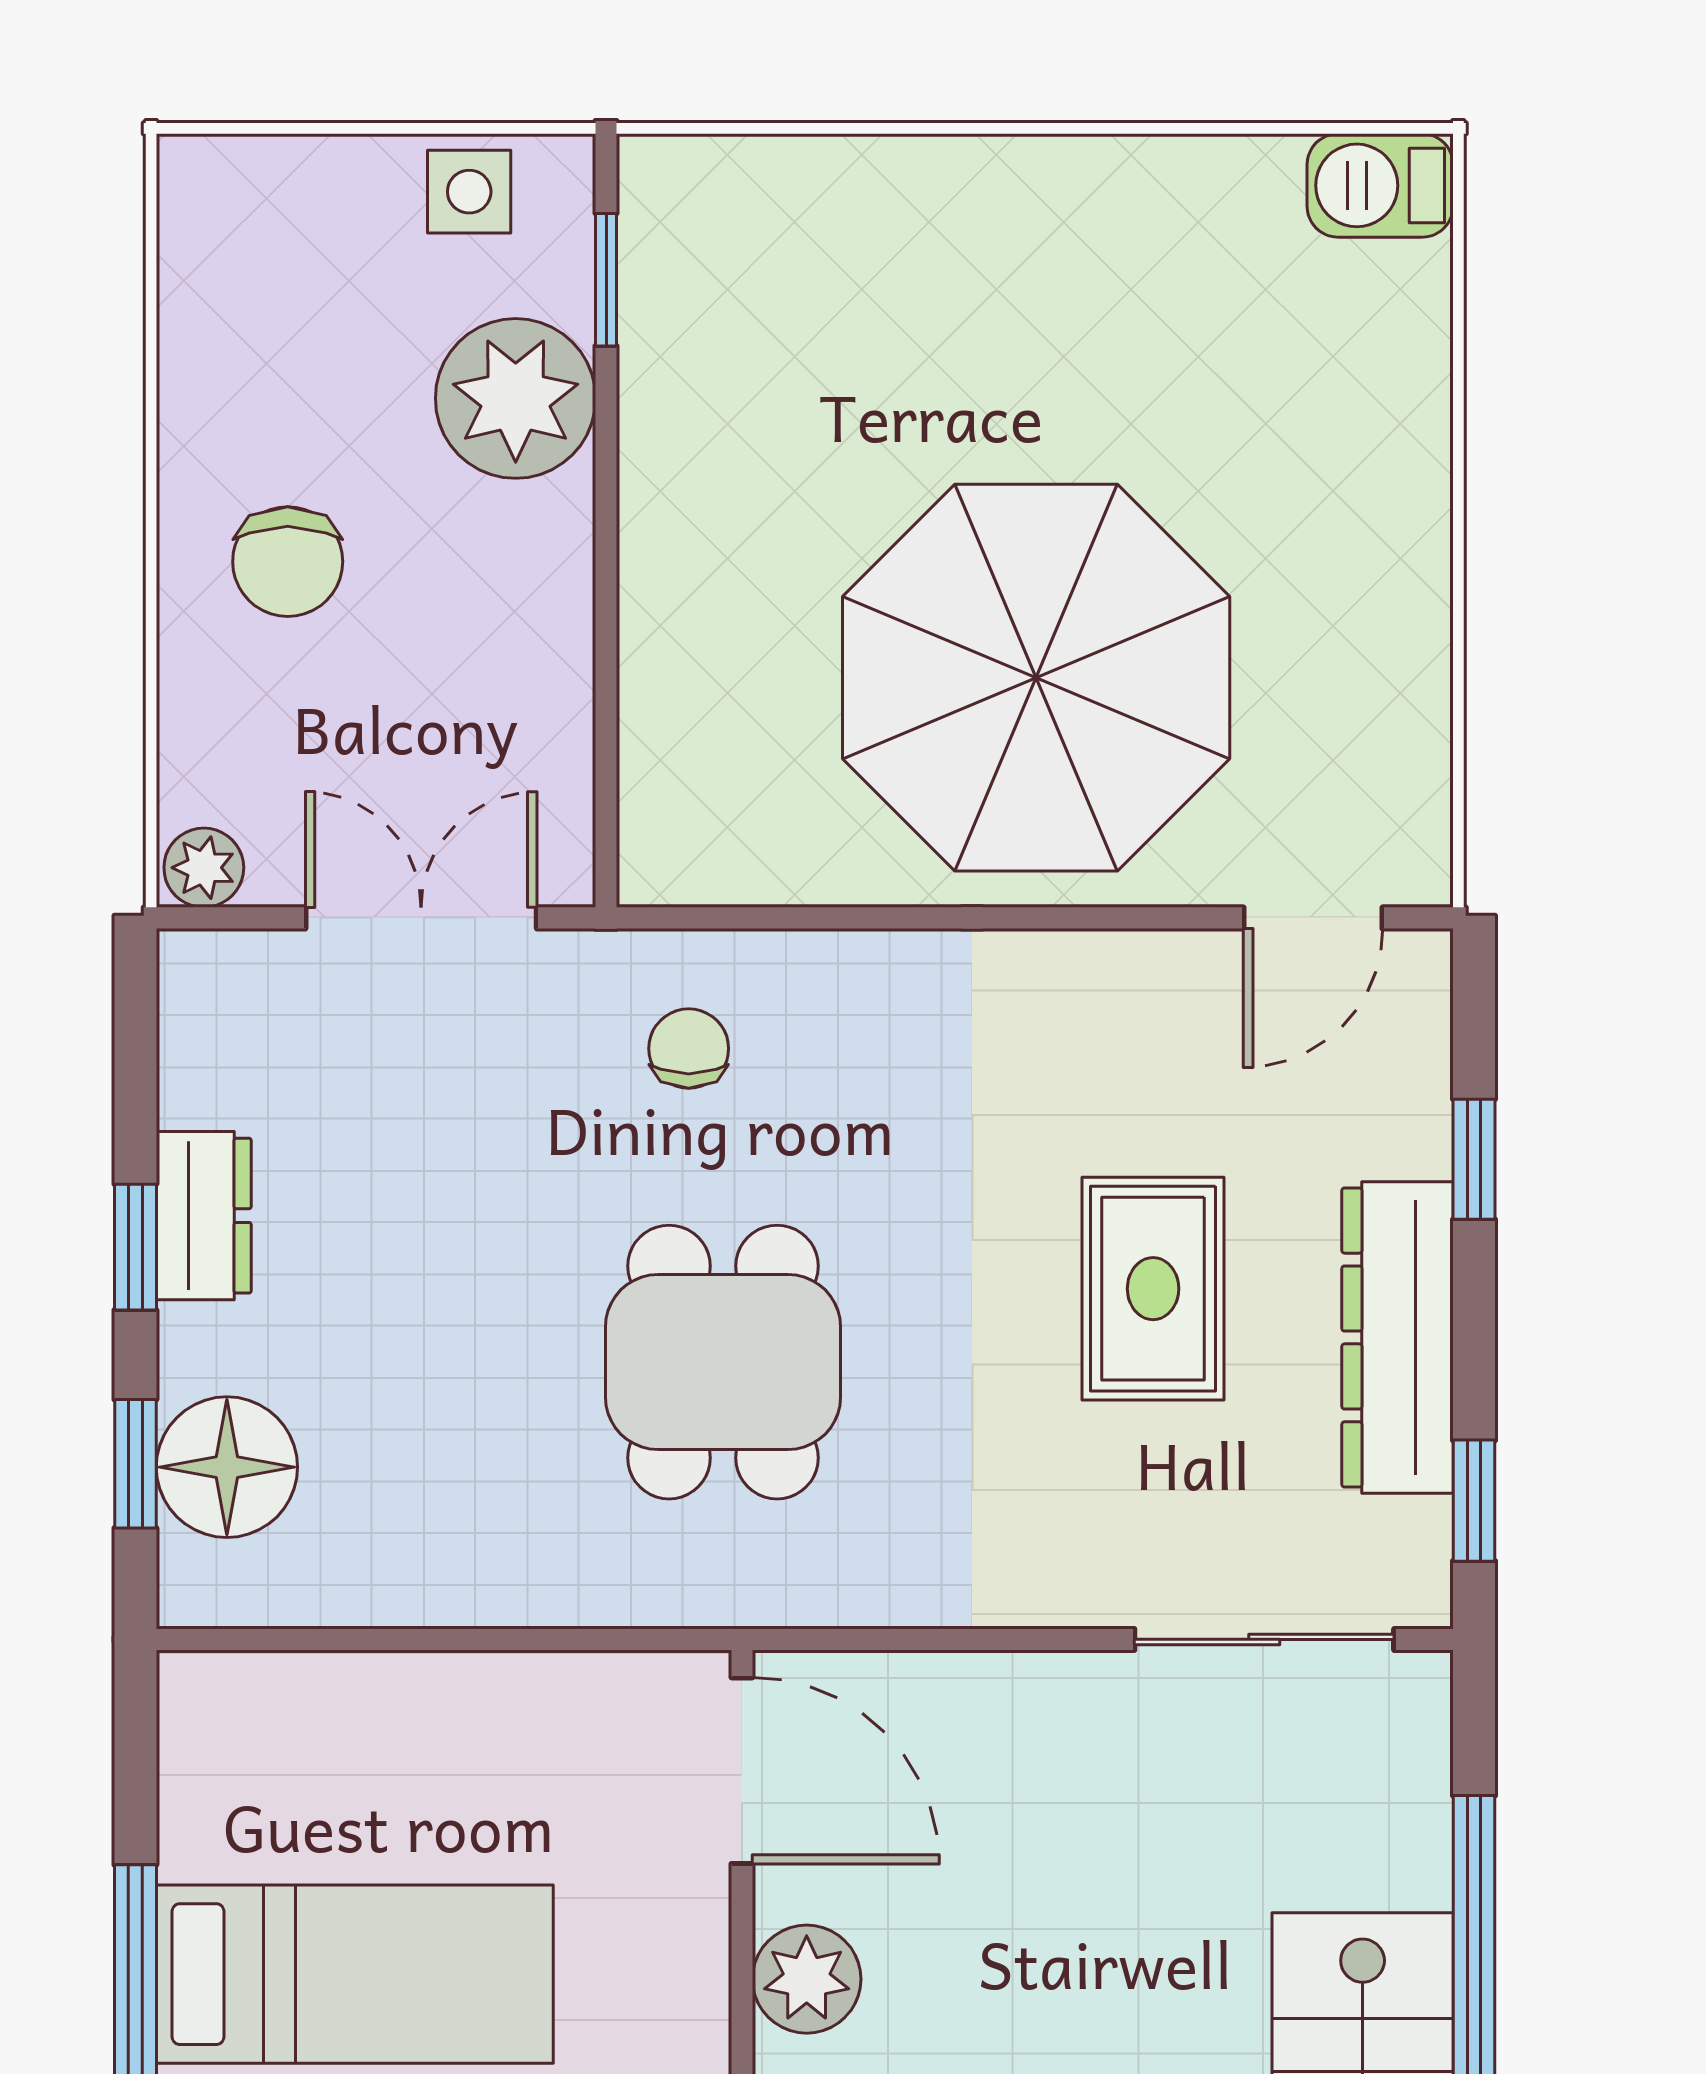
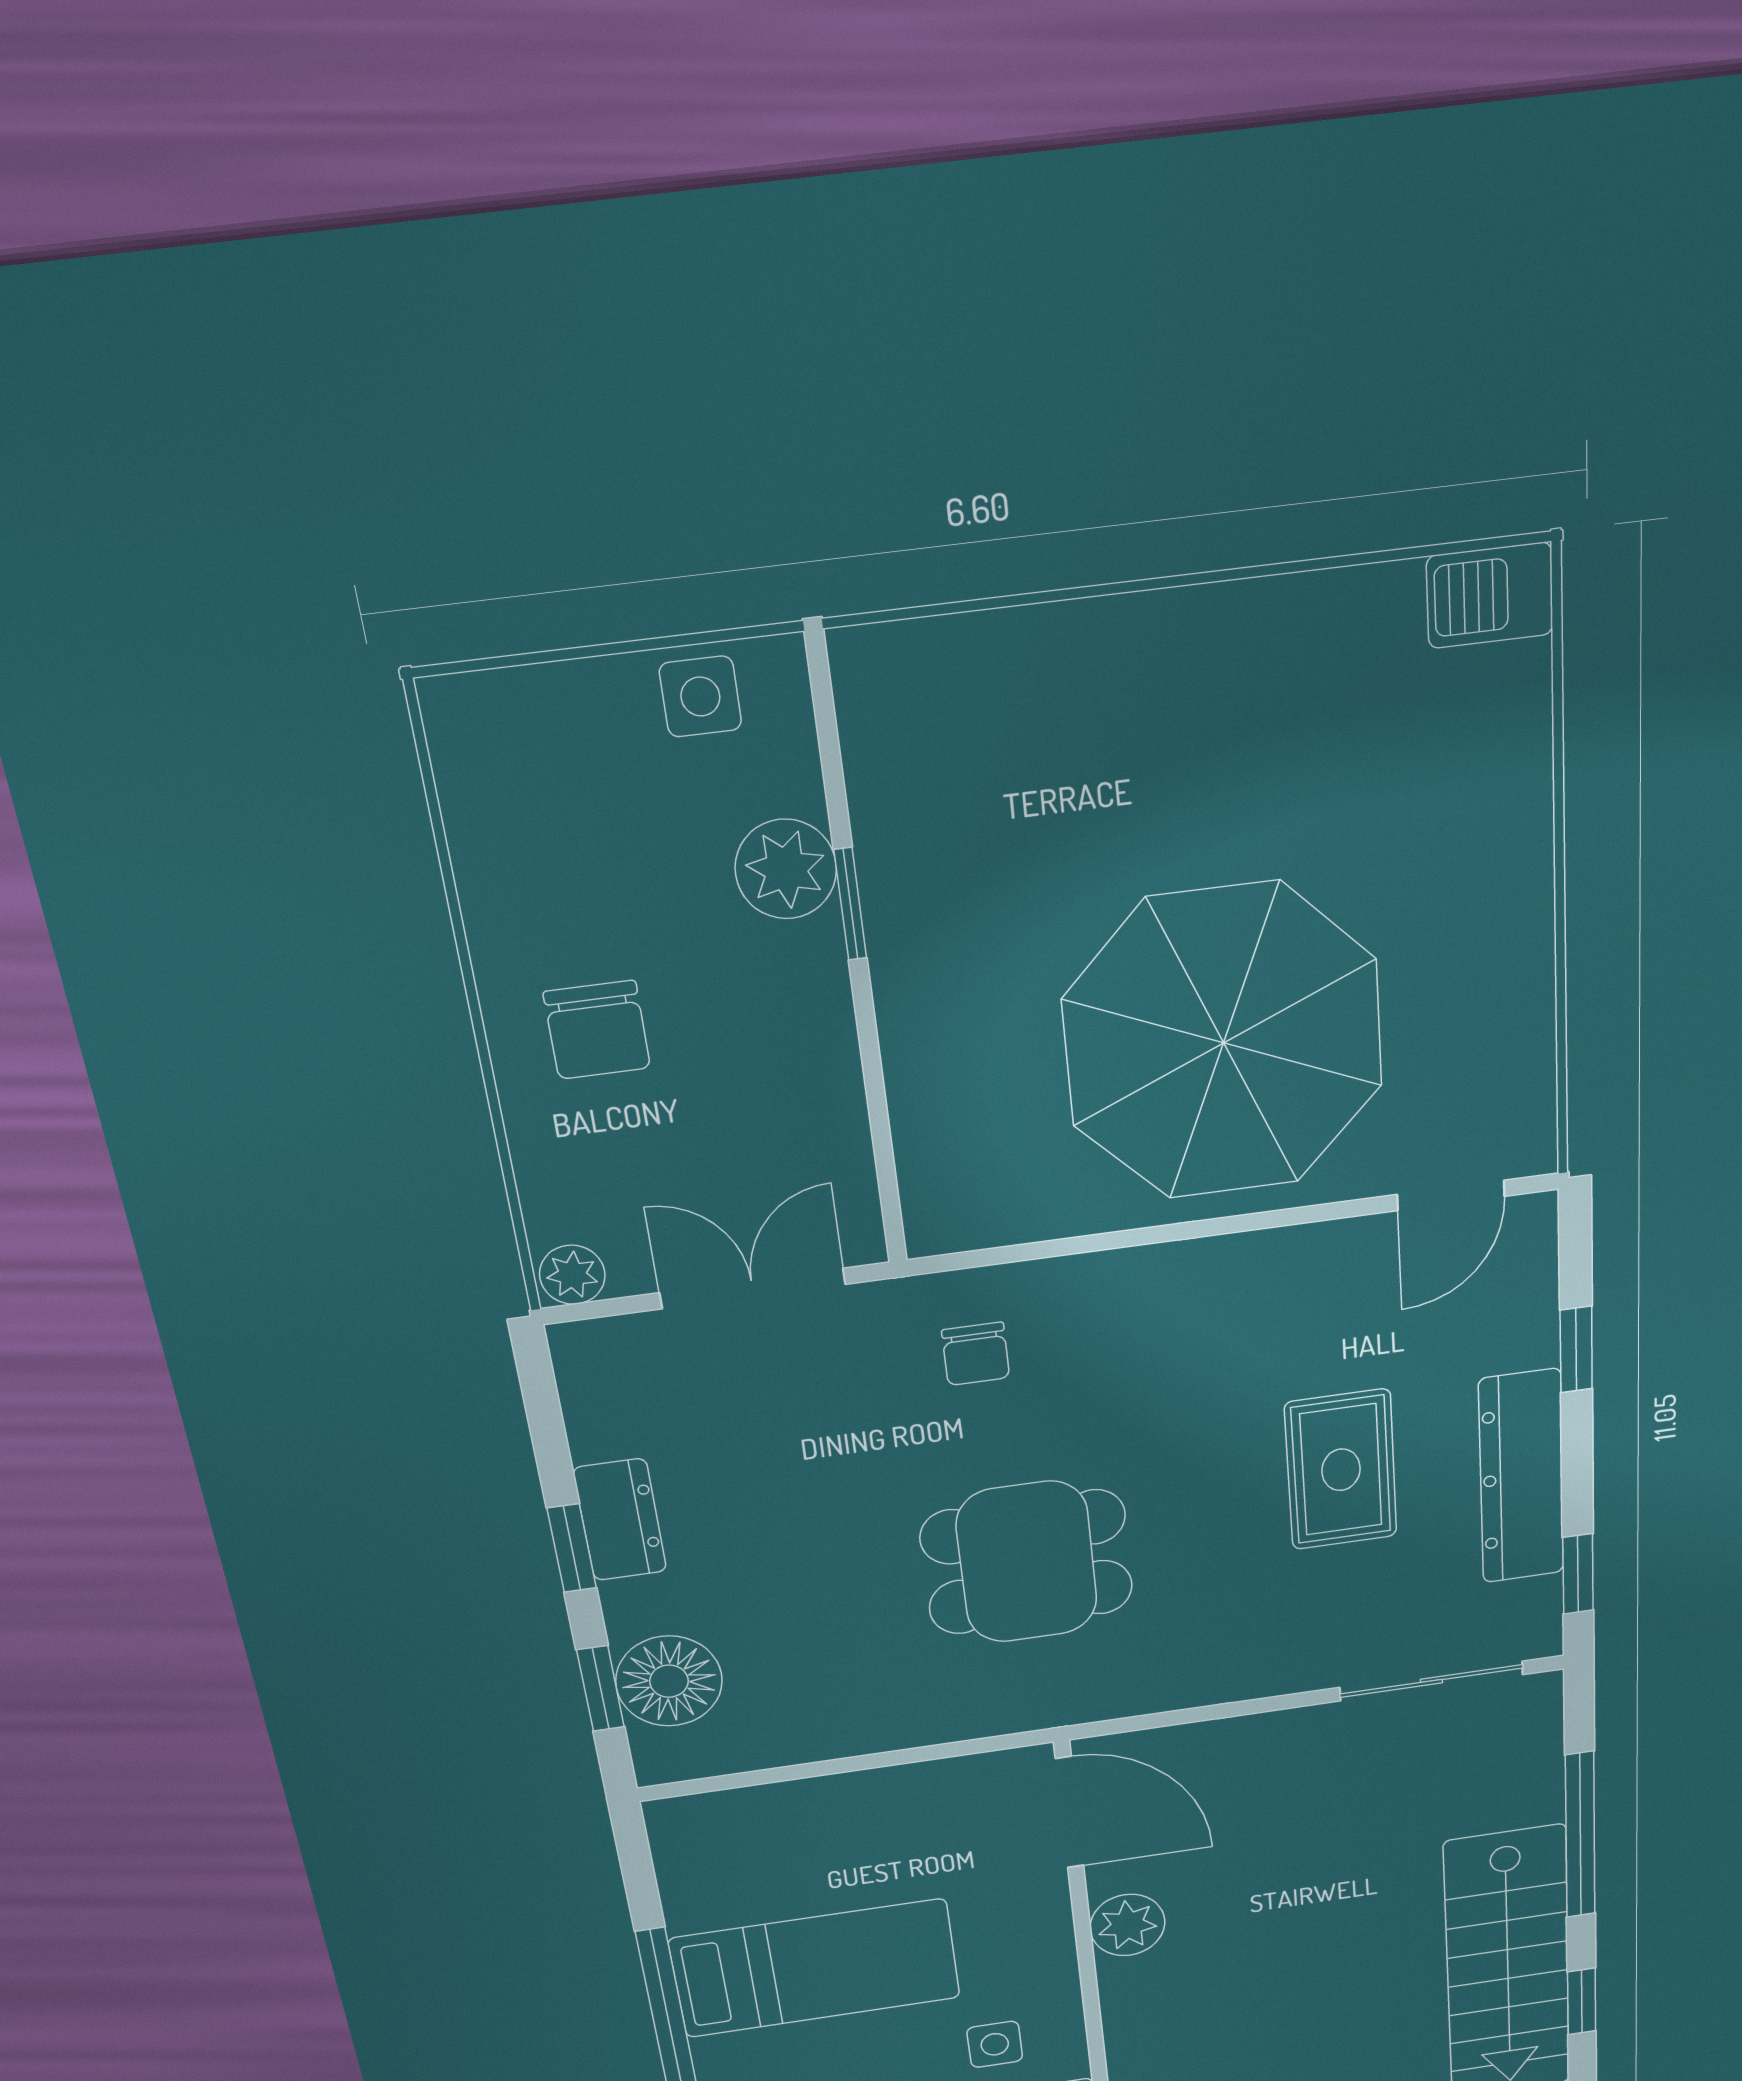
window: (606, 280) -> (850, 904), moved
plant: (516, 398) -> (786, 869), width x0.73, depth x0.73
chair: (689, 1049) -> (976, 1354), turned 180
dining table: (723, 1362) -> (1027, 1562), turned 90

